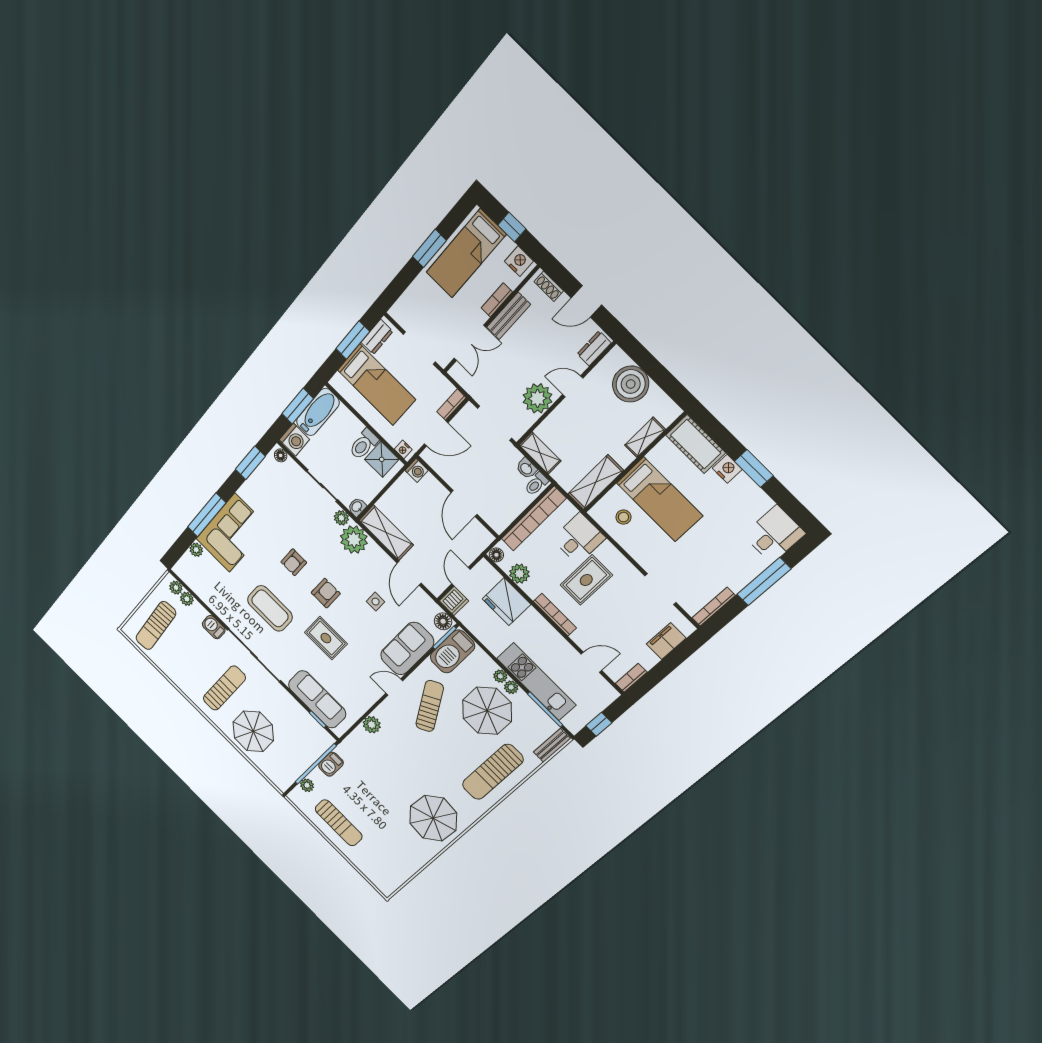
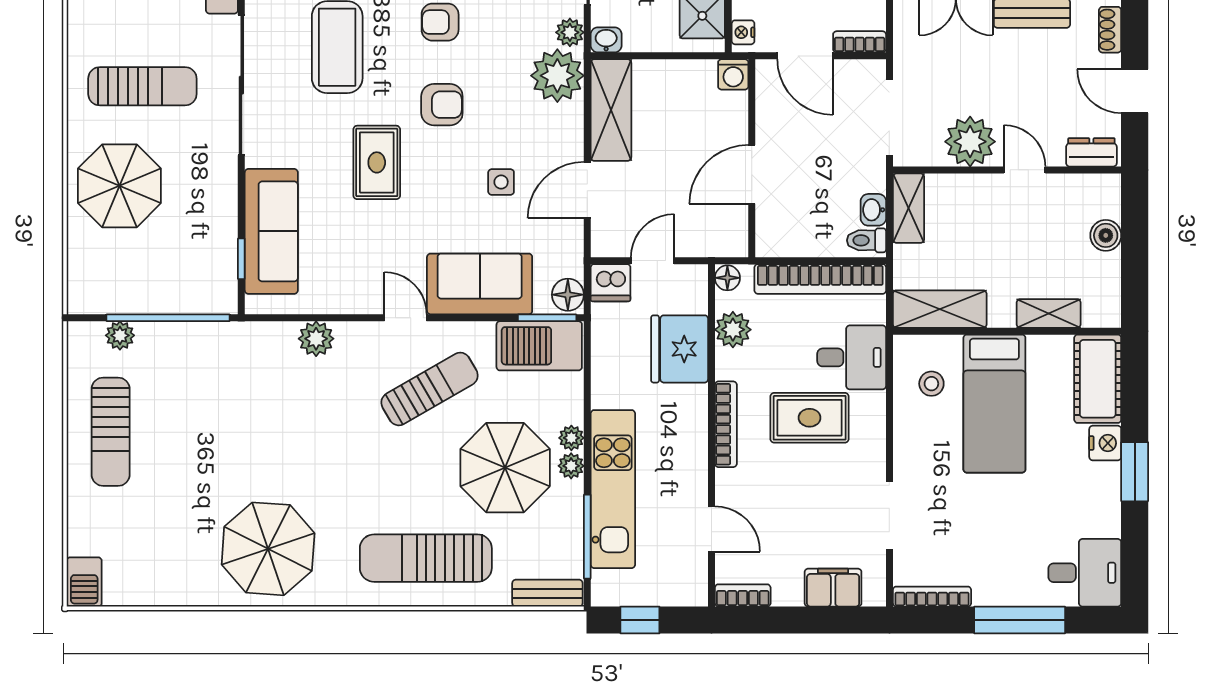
boiler: (631, 384) -> (1106, 235), width x0.54, depth x0.54
barbecue: (331, 764) -> (84, 582), moved, turned -90

